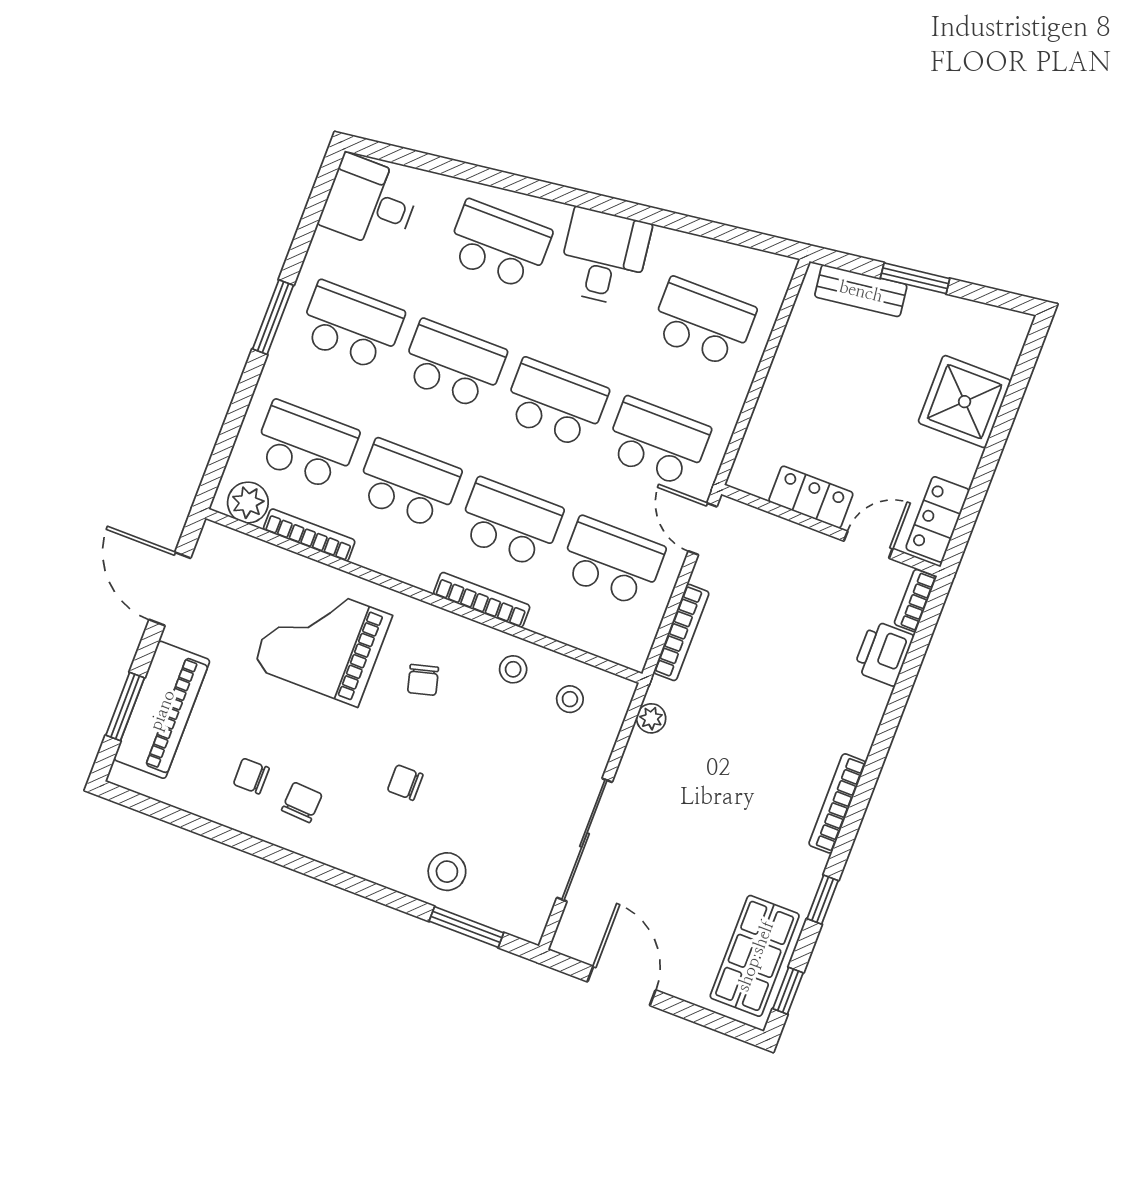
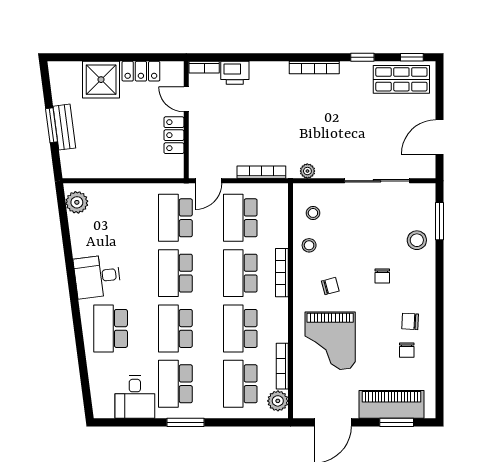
desk: (370, 202) -> (135, 397), moved
plant: (755, 271) -> (77, 202), added
bench: (861, 291) -> (64, 127), moved
school desk: (703, 322) -> (111, 218), removed
locker: (938, 519) -> (141, 71), moved

